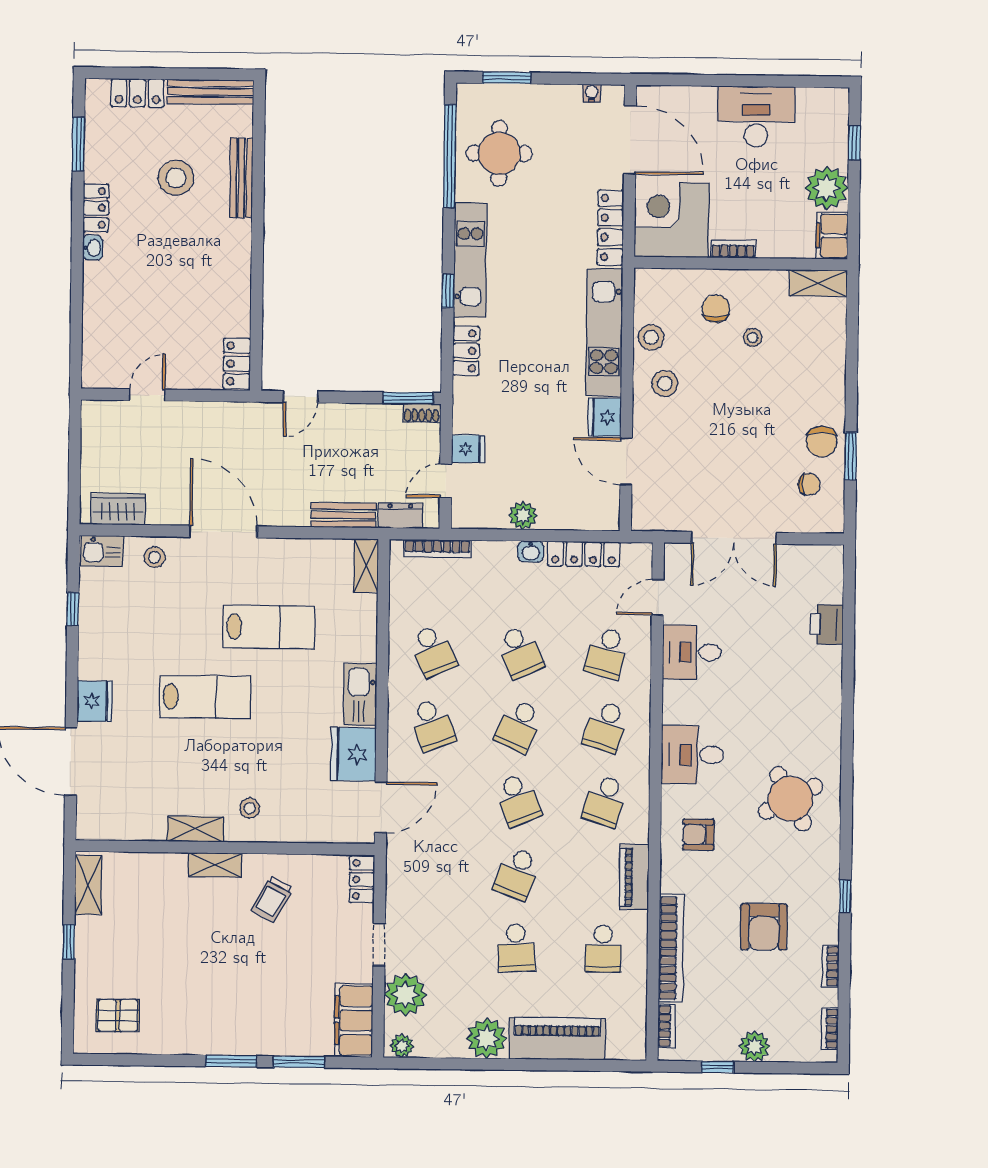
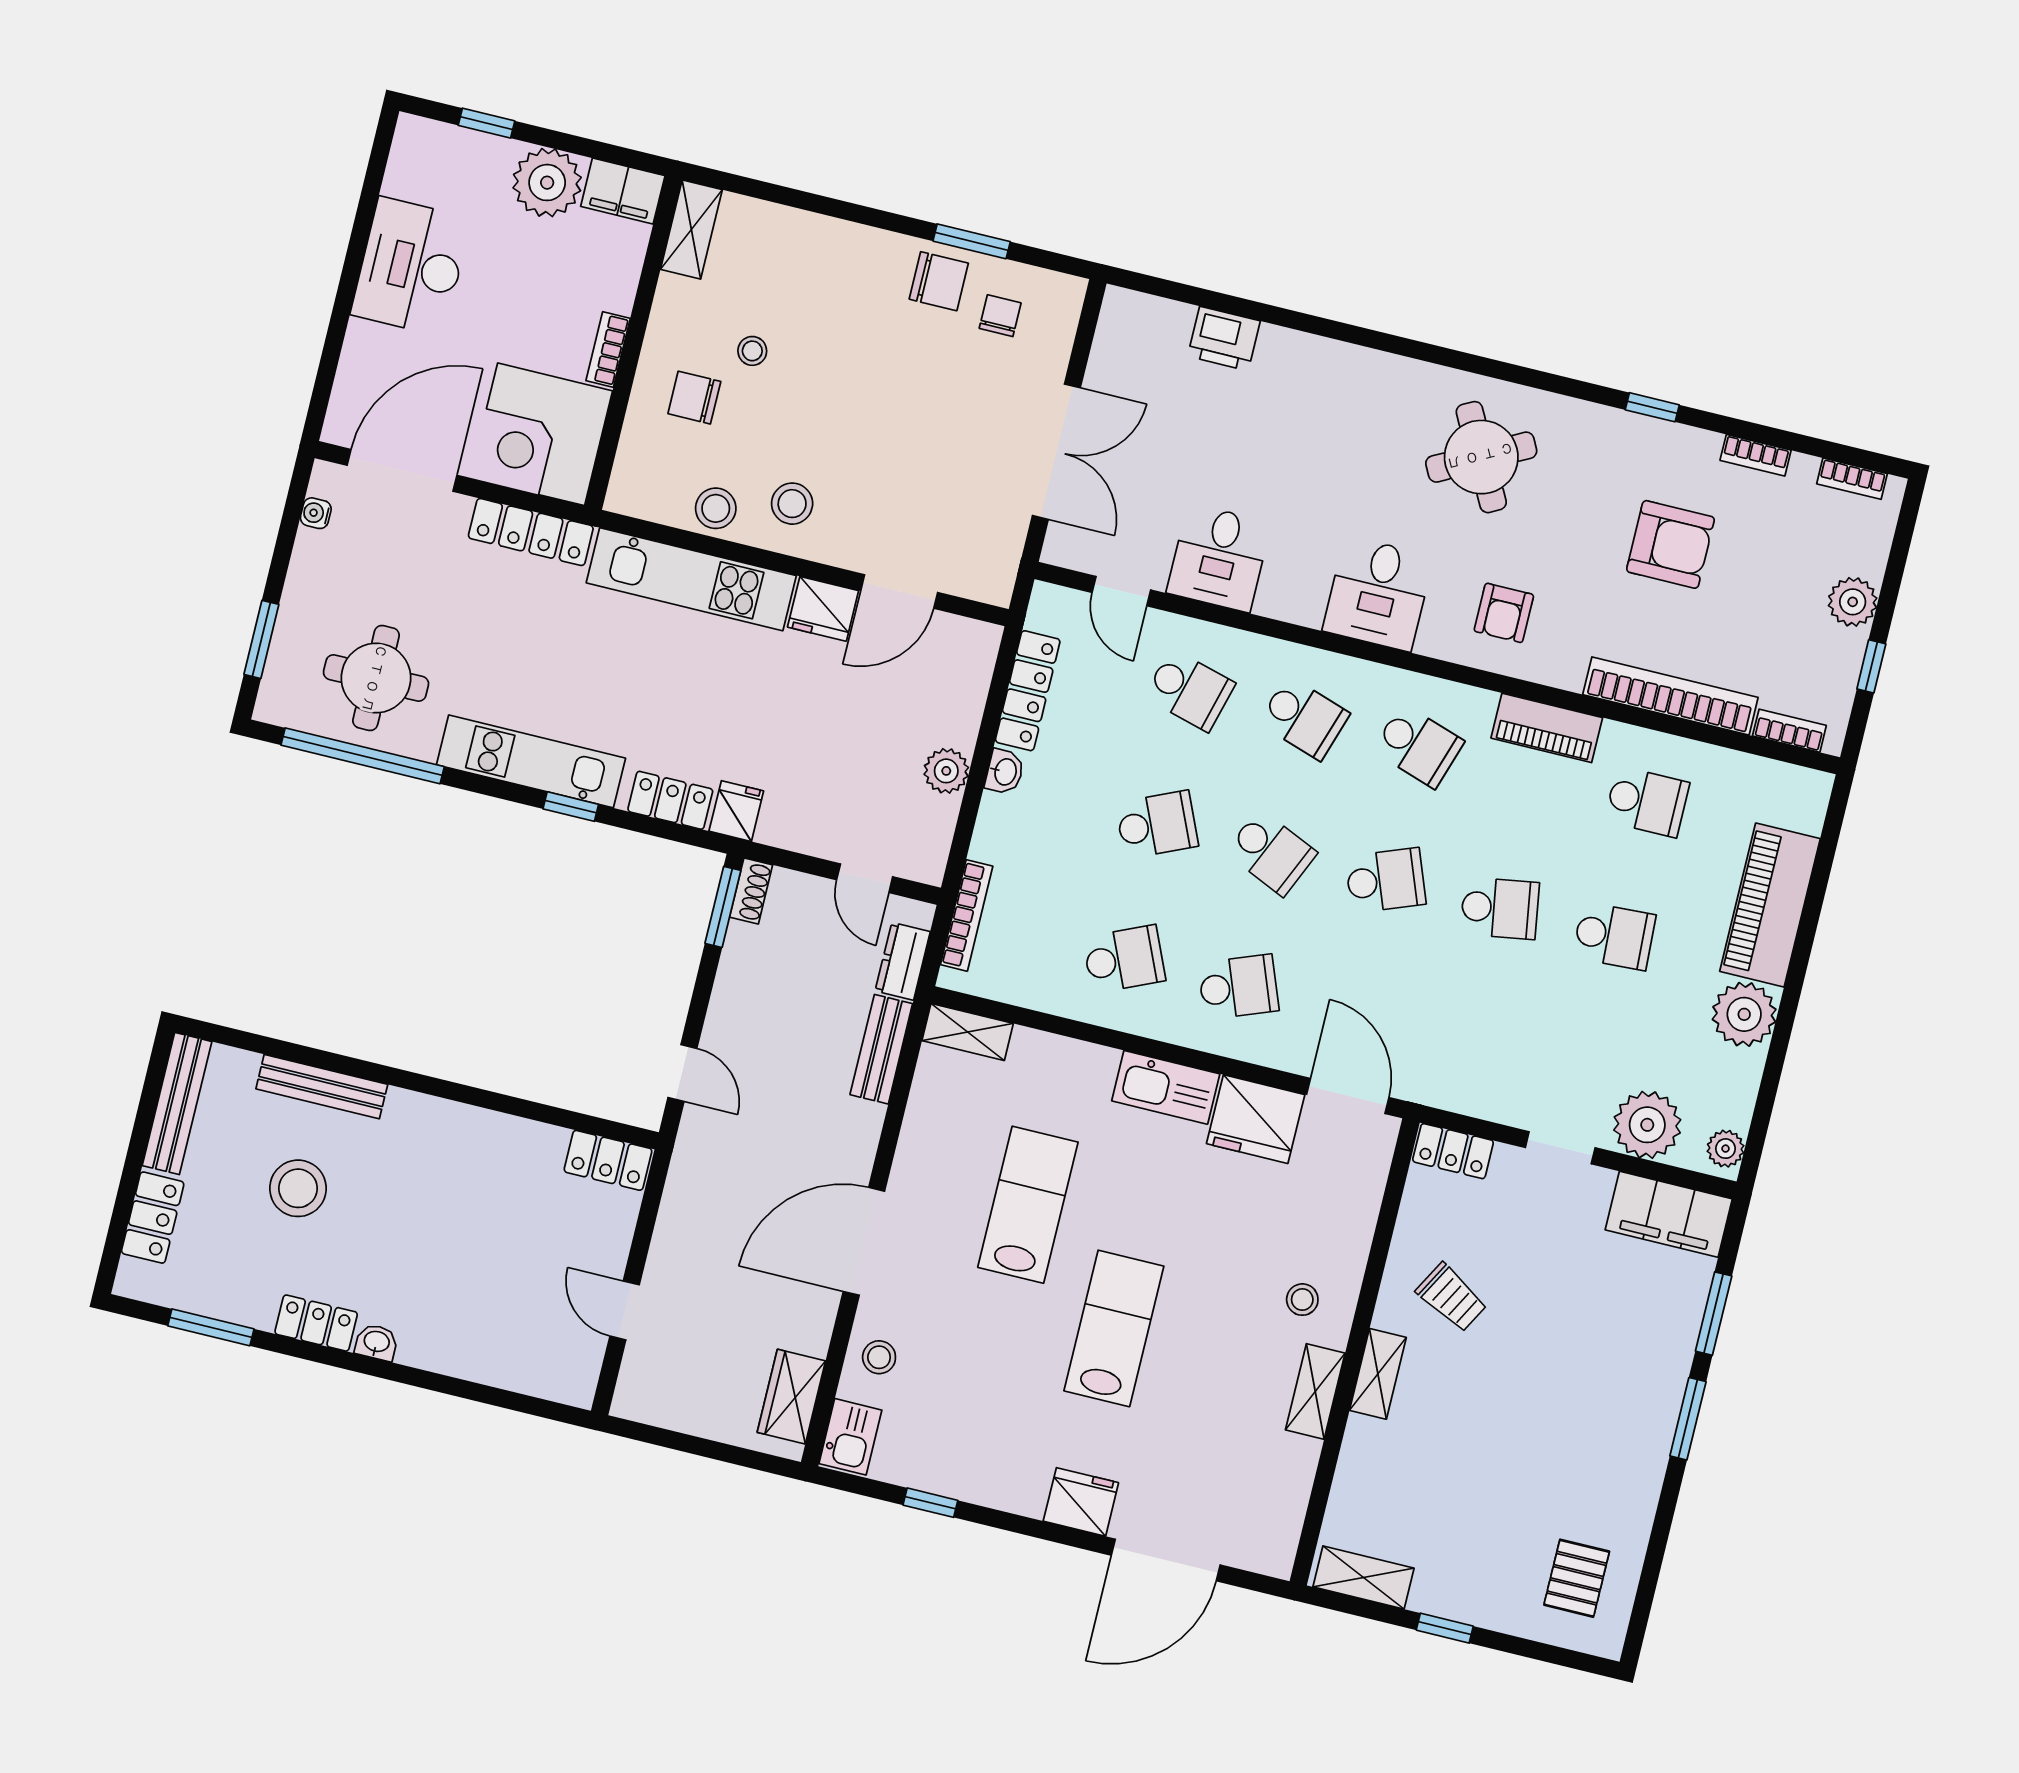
fridge: (468, 449) -> (736, 811), moved
school desk: (517, 874) -> (1500, 908), turned -30

